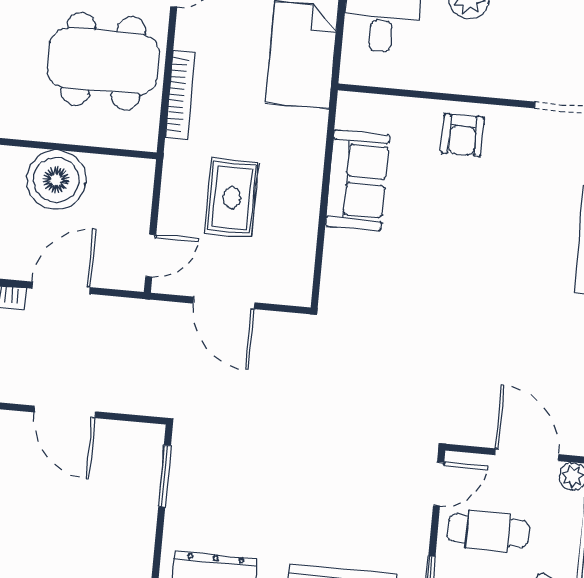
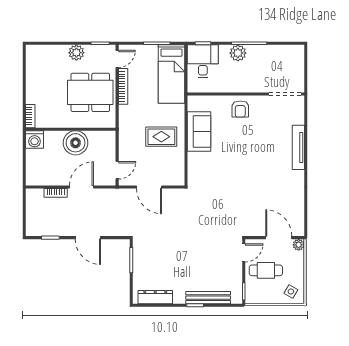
bookcase: (180, 95) -> (123, 86), moved
rug: (232, 198) -> (161, 137), moved, turned 90

